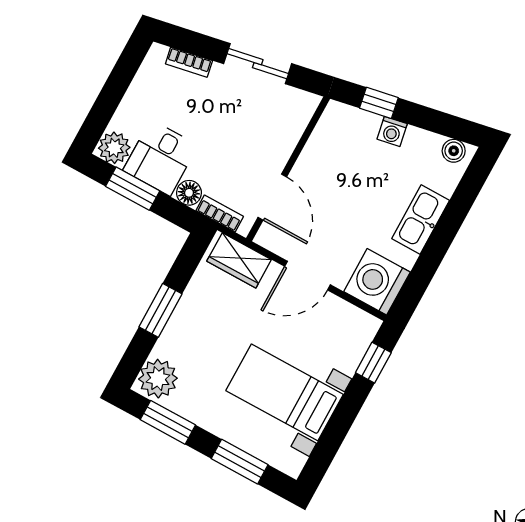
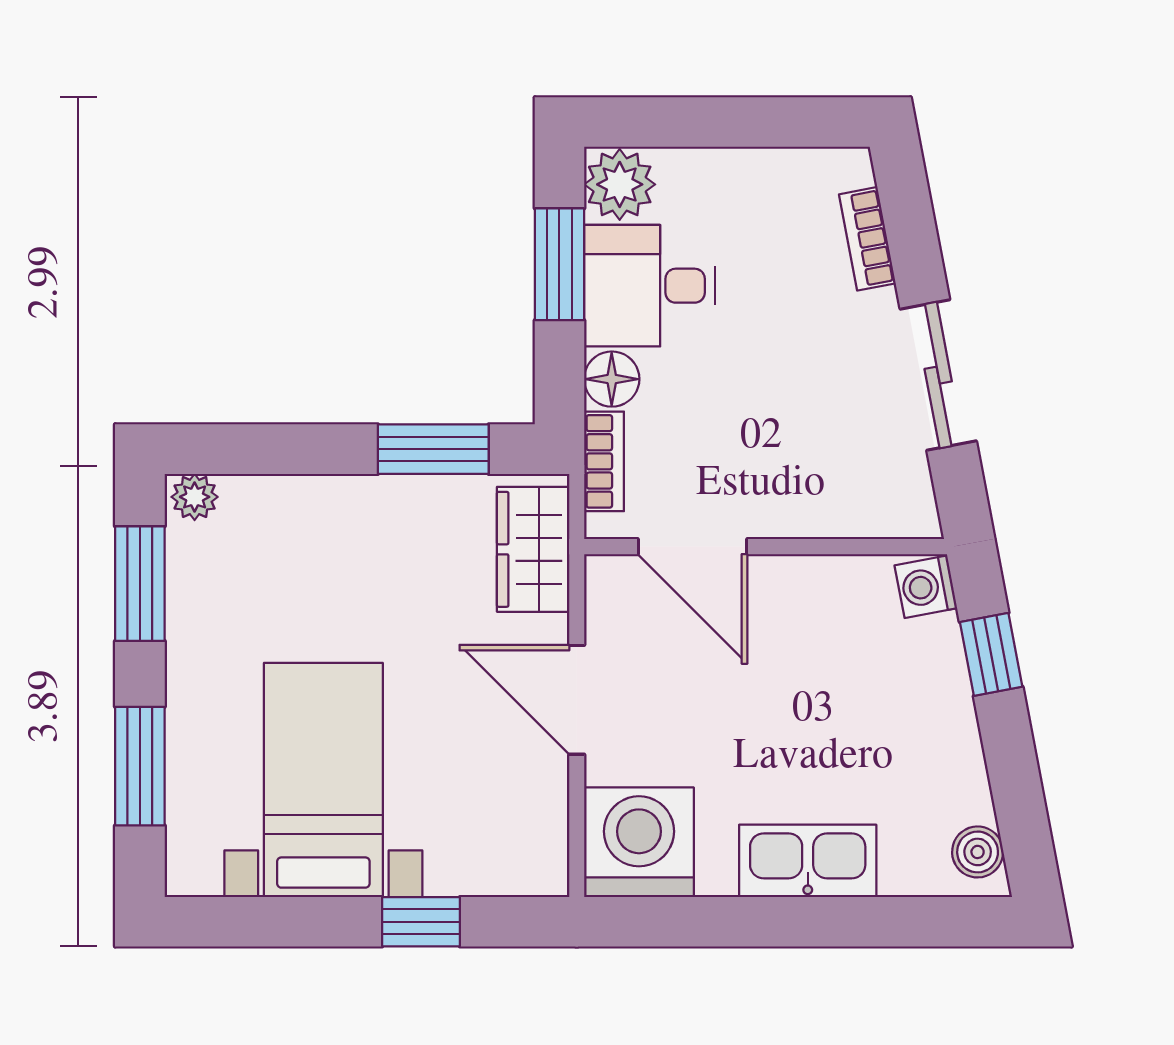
washing machine: (392, 131) -> (926, 587), moved
door: (272, 197) -> (692, 547), hinge flipped
window: (160, 310) -> (433, 449), moved
window: (373, 363) -> (421, 922), moved
plant: (158, 379) -> (195, 497), width x0.53, depth x0.53

